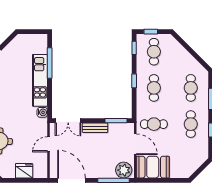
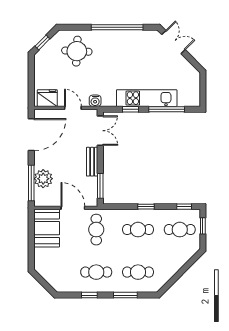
window: (50, 94) -> (131, 109), added
water cooler: (42, 112) -> (95, 101), moved
double door: (68, 121) -> (100, 131), swing flipped
door: (135, 144) -> (73, 208), swing flipped
plant: (124, 170) -> (43, 179), moved
fridge: (24, 171) -> (47, 98), moved, turned -90

